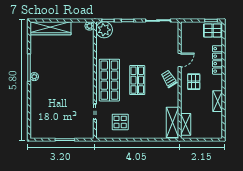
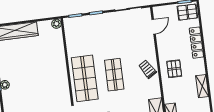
plant: (104, 30) -> (72, 26), removed
door: (180, 60) -> (154, 27), moved

